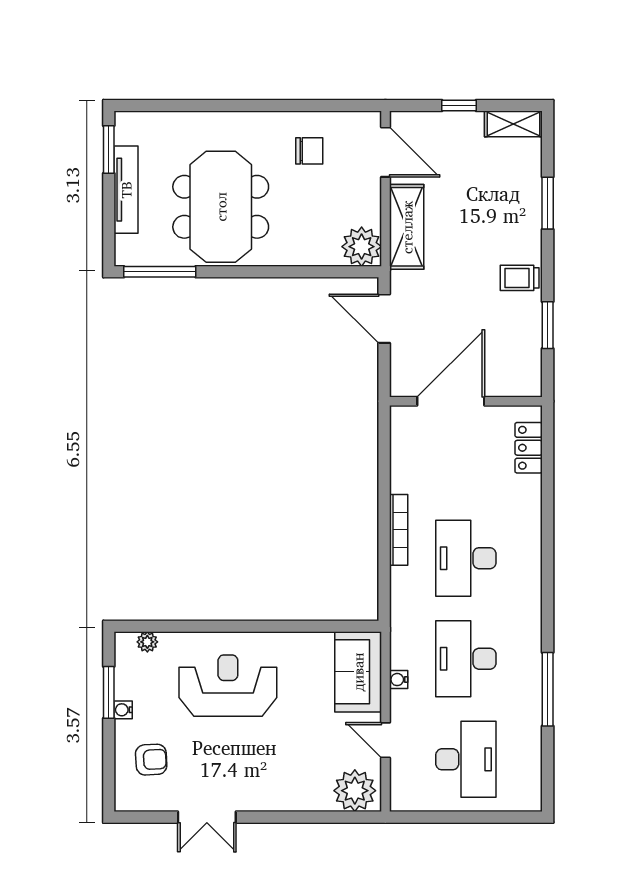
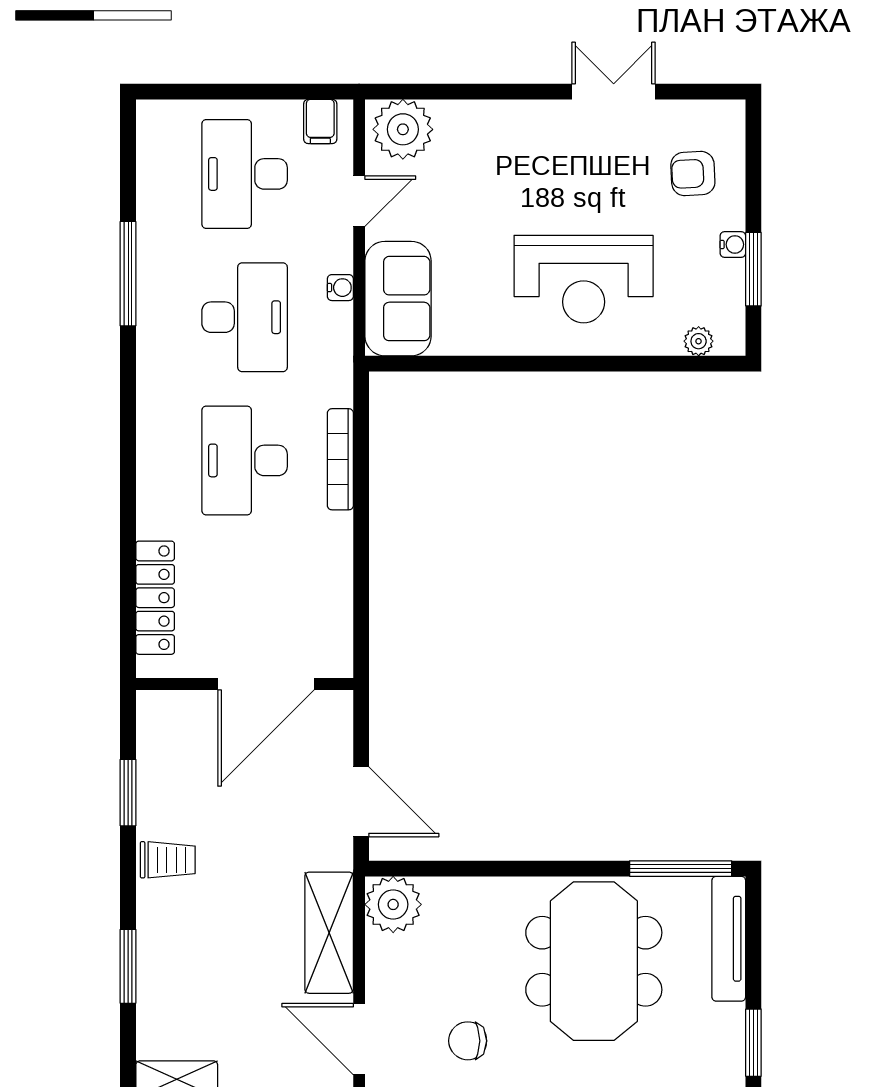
tv unit: (126, 190) -> (729, 939), moved
locker: (529, 448) -> (155, 598), width x1.53
bookcase: (399, 530) -> (340, 459), moved
desk: (466, 558) -> (245, 460), turned 180
door: (385, 740) -> (359, 201), hinge flipped
filing cabinet: (413, 796) -> (320, 121), added

